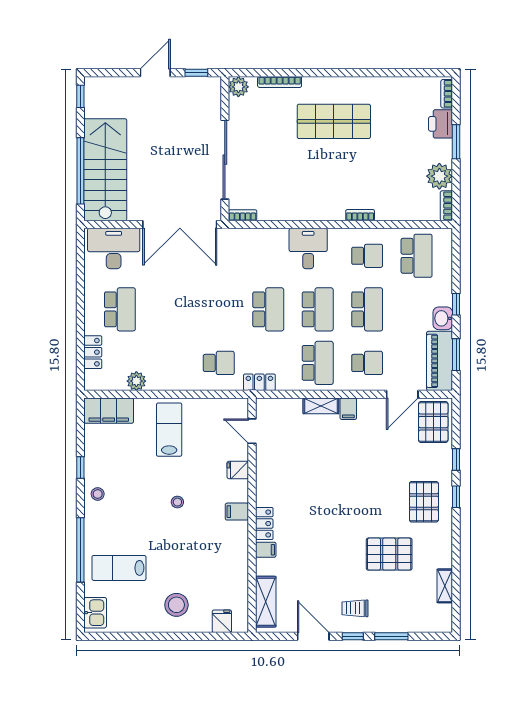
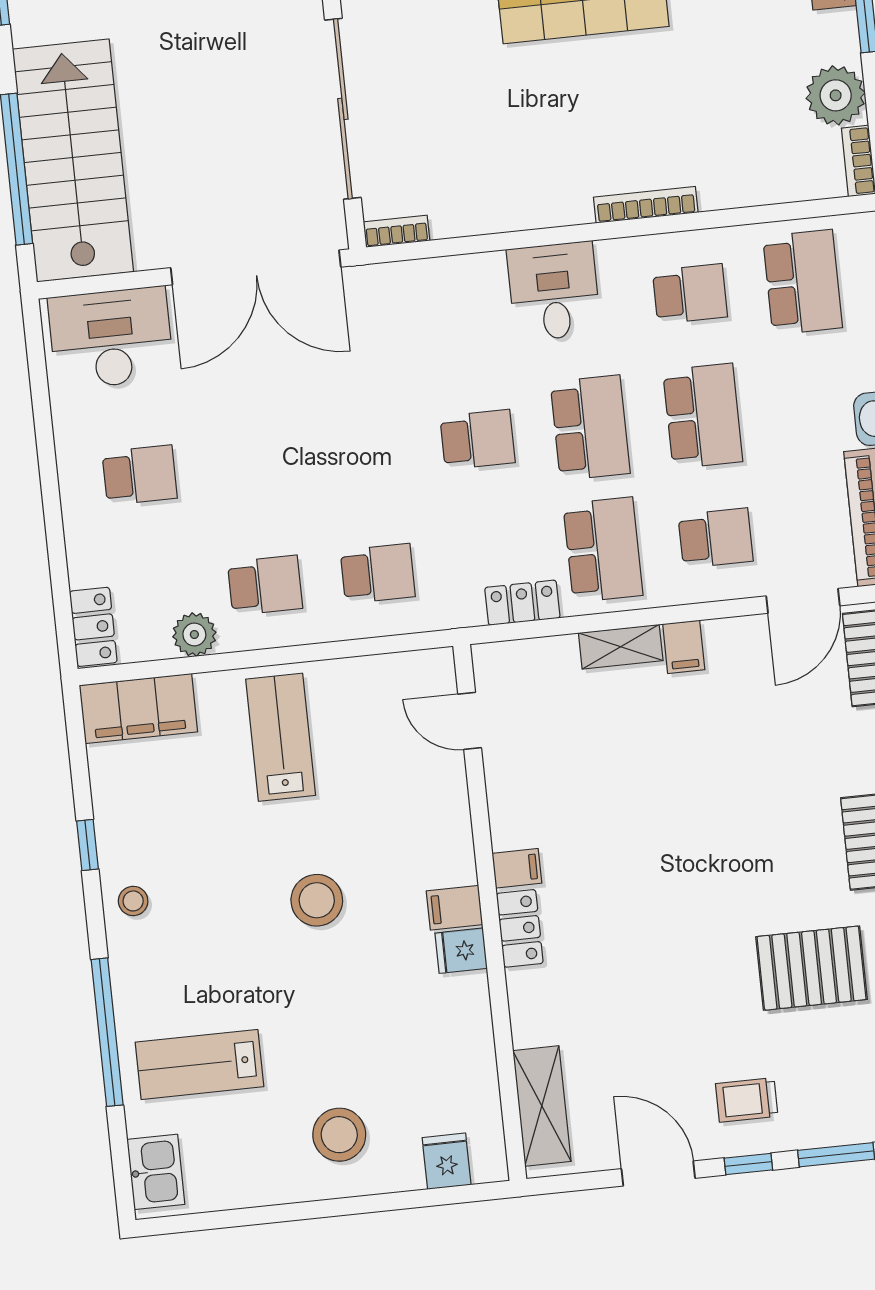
bookcase: (360, 215) -> (646, 205), width x1.56
school desk: (120, 309) -> (140, 475), width x0.54
school desk: (268, 309) -> (477, 440), width x0.54
locker: (93, 352) -> (93, 627), moved
school desk: (169, 363) -> (265, 585), added
locker: (259, 382) -> (522, 603), moved
fridge: (238, 470) -> (461, 951), moved
stool: (177, 502) -> (317, 900), width x1.89, depth x1.89
filing cabinet: (266, 550) -> (517, 868), moved

